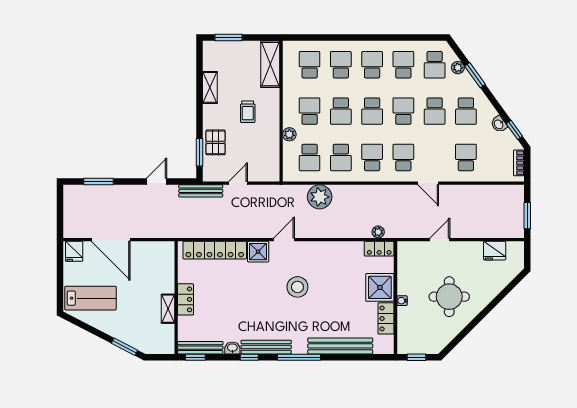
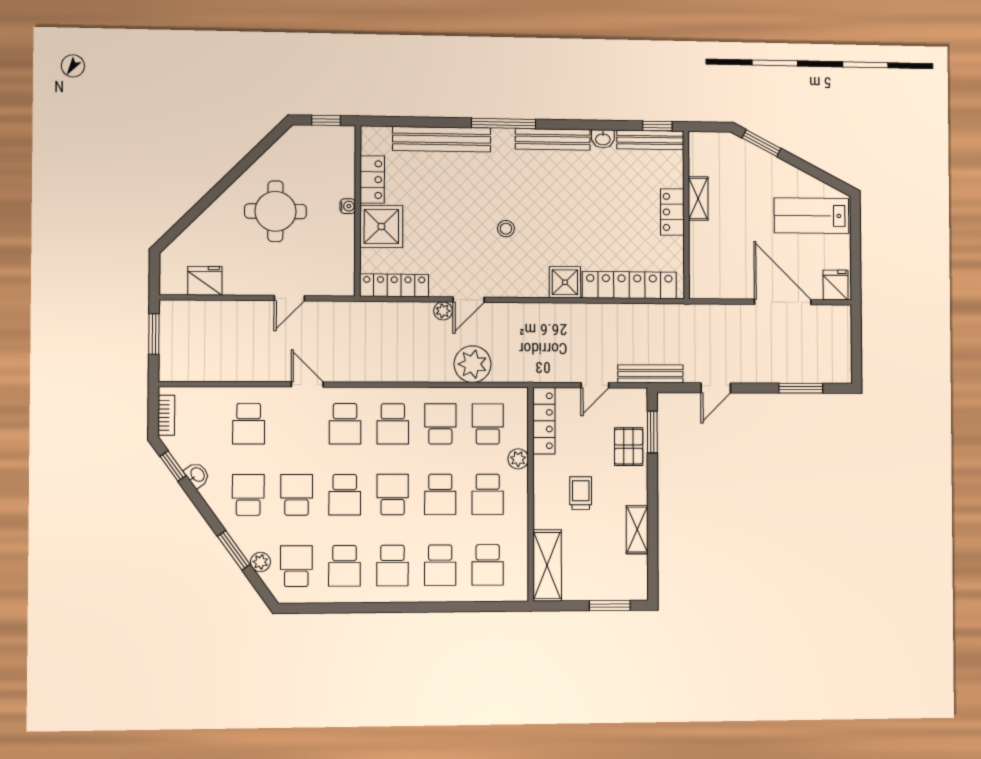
school desk: (341, 111) -> (440, 494), turned 180
locker: (272, 160) -> (544, 421), added
plant: (378, 232) -> (443, 311), moved
door: (284, 240) -> (469, 300), moved
locker: (379, 249) -> (394, 285), width x1.53
stool: (297, 287) -> (506, 229), width x0.53, depth x0.53
window: (249, 357) -> (578, 125), removed

